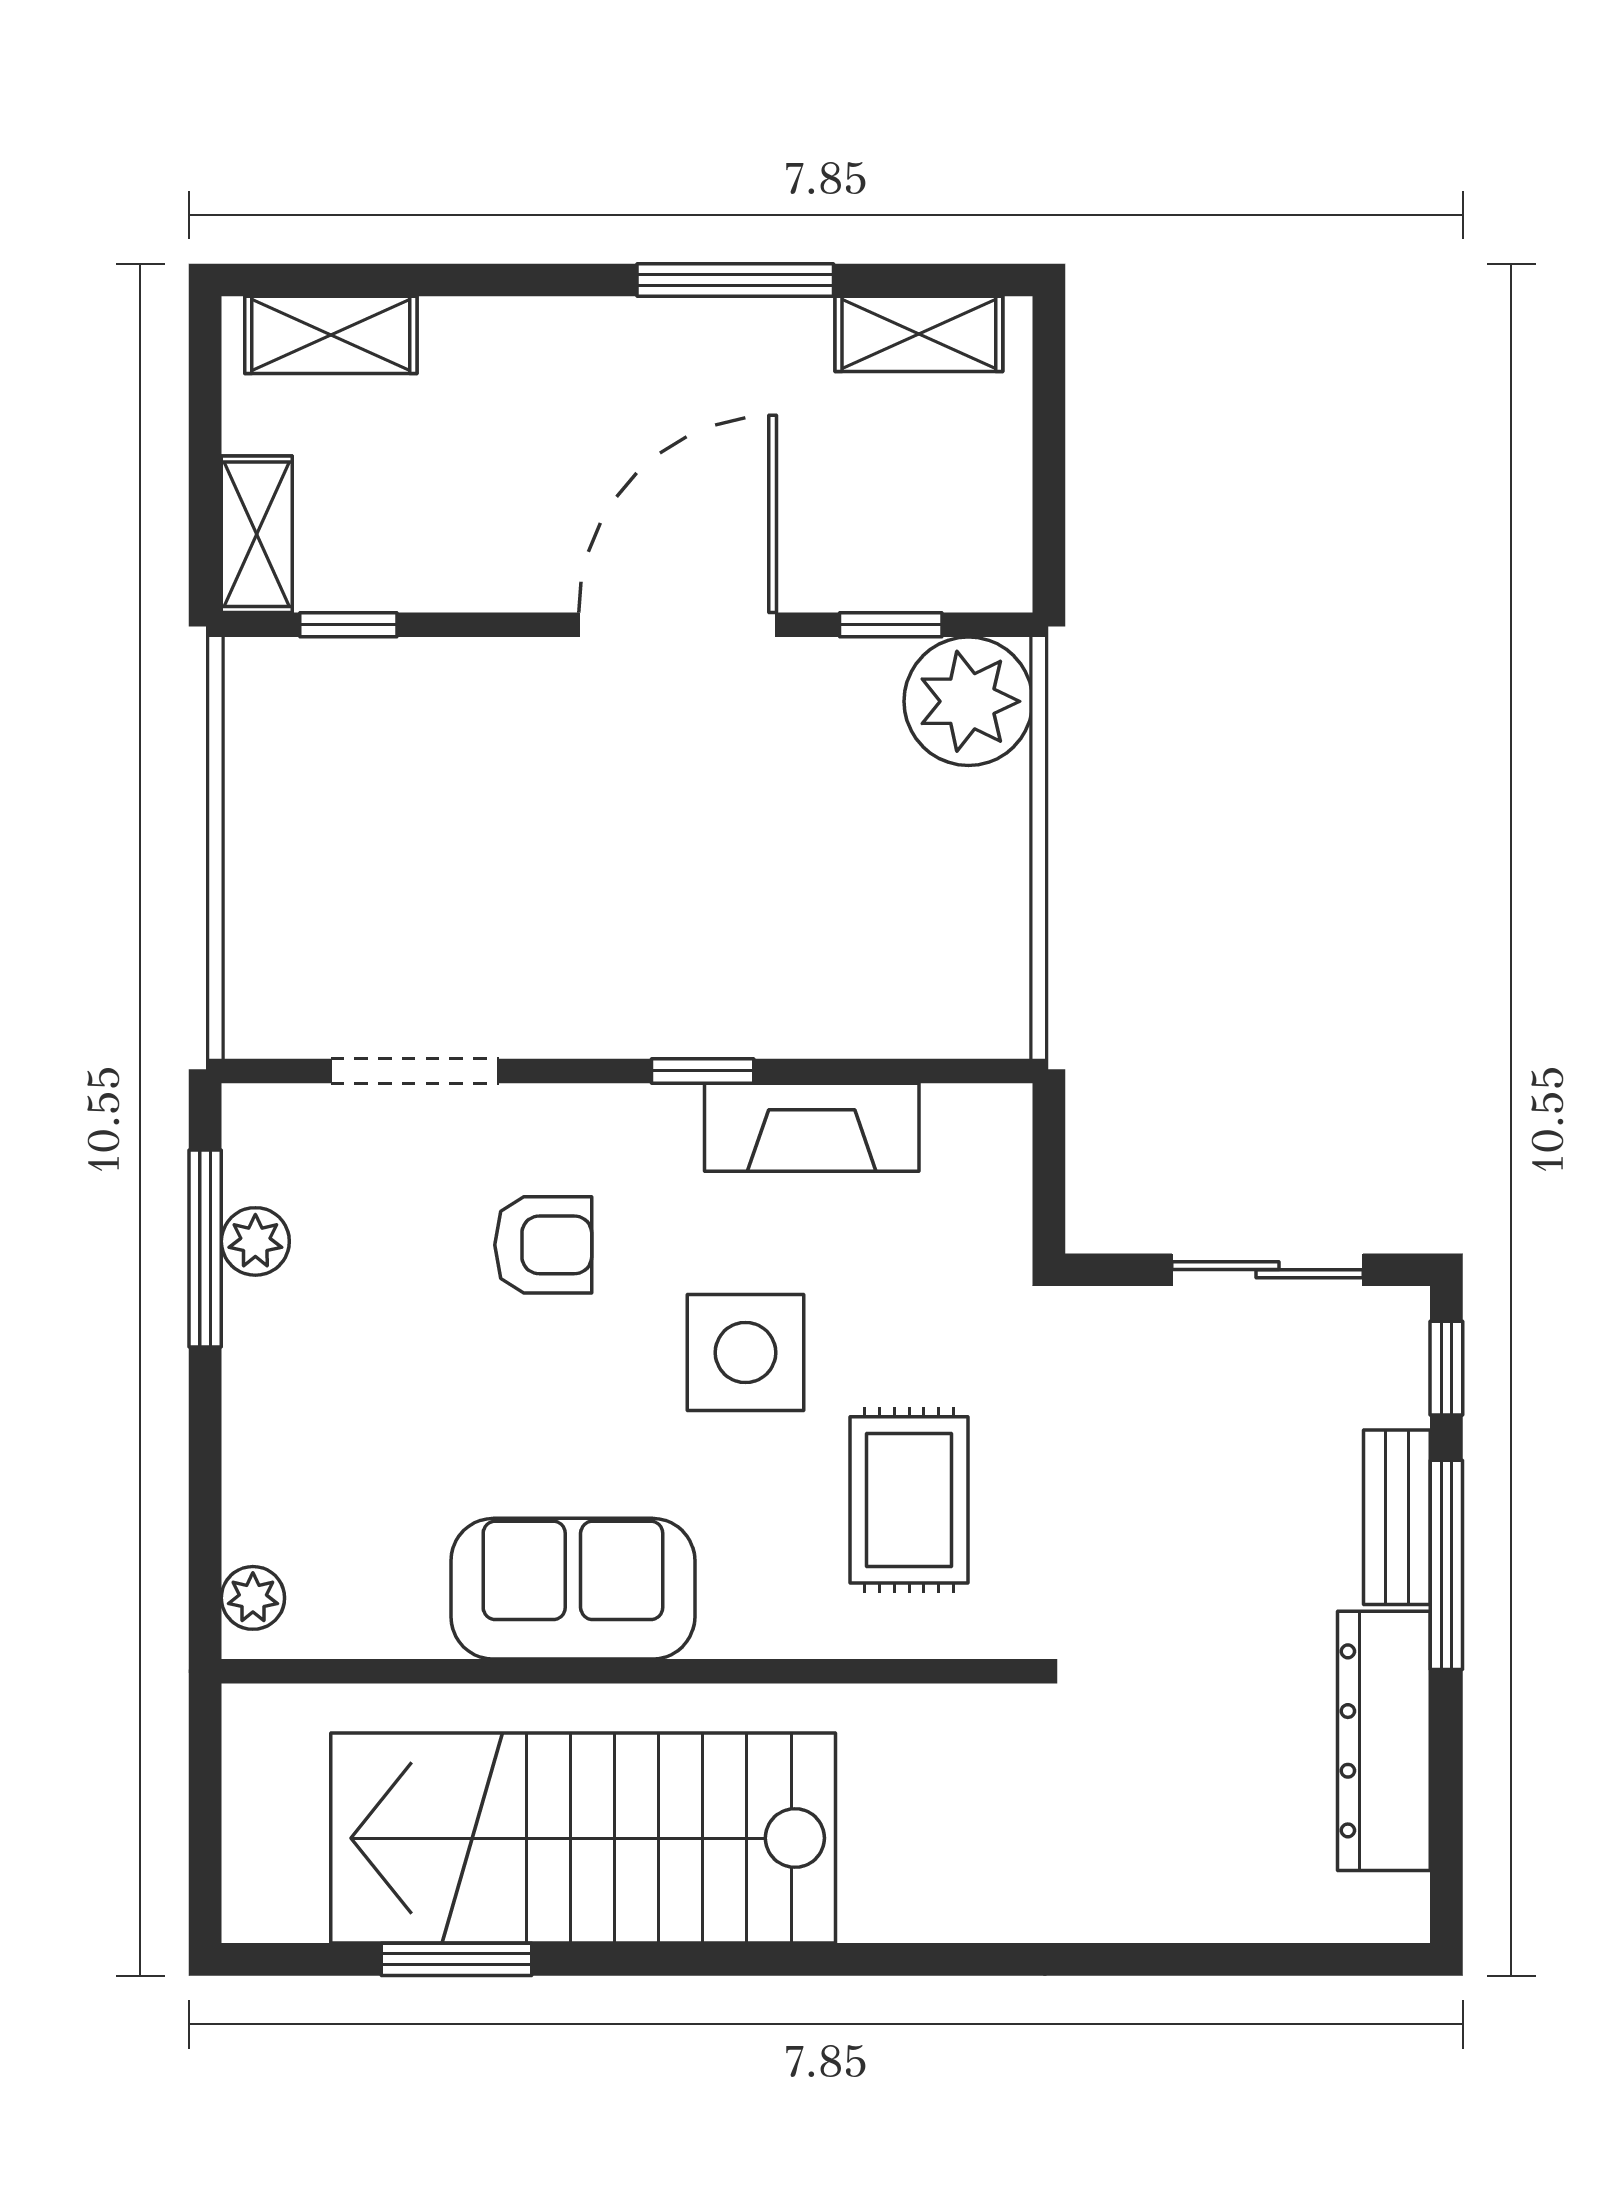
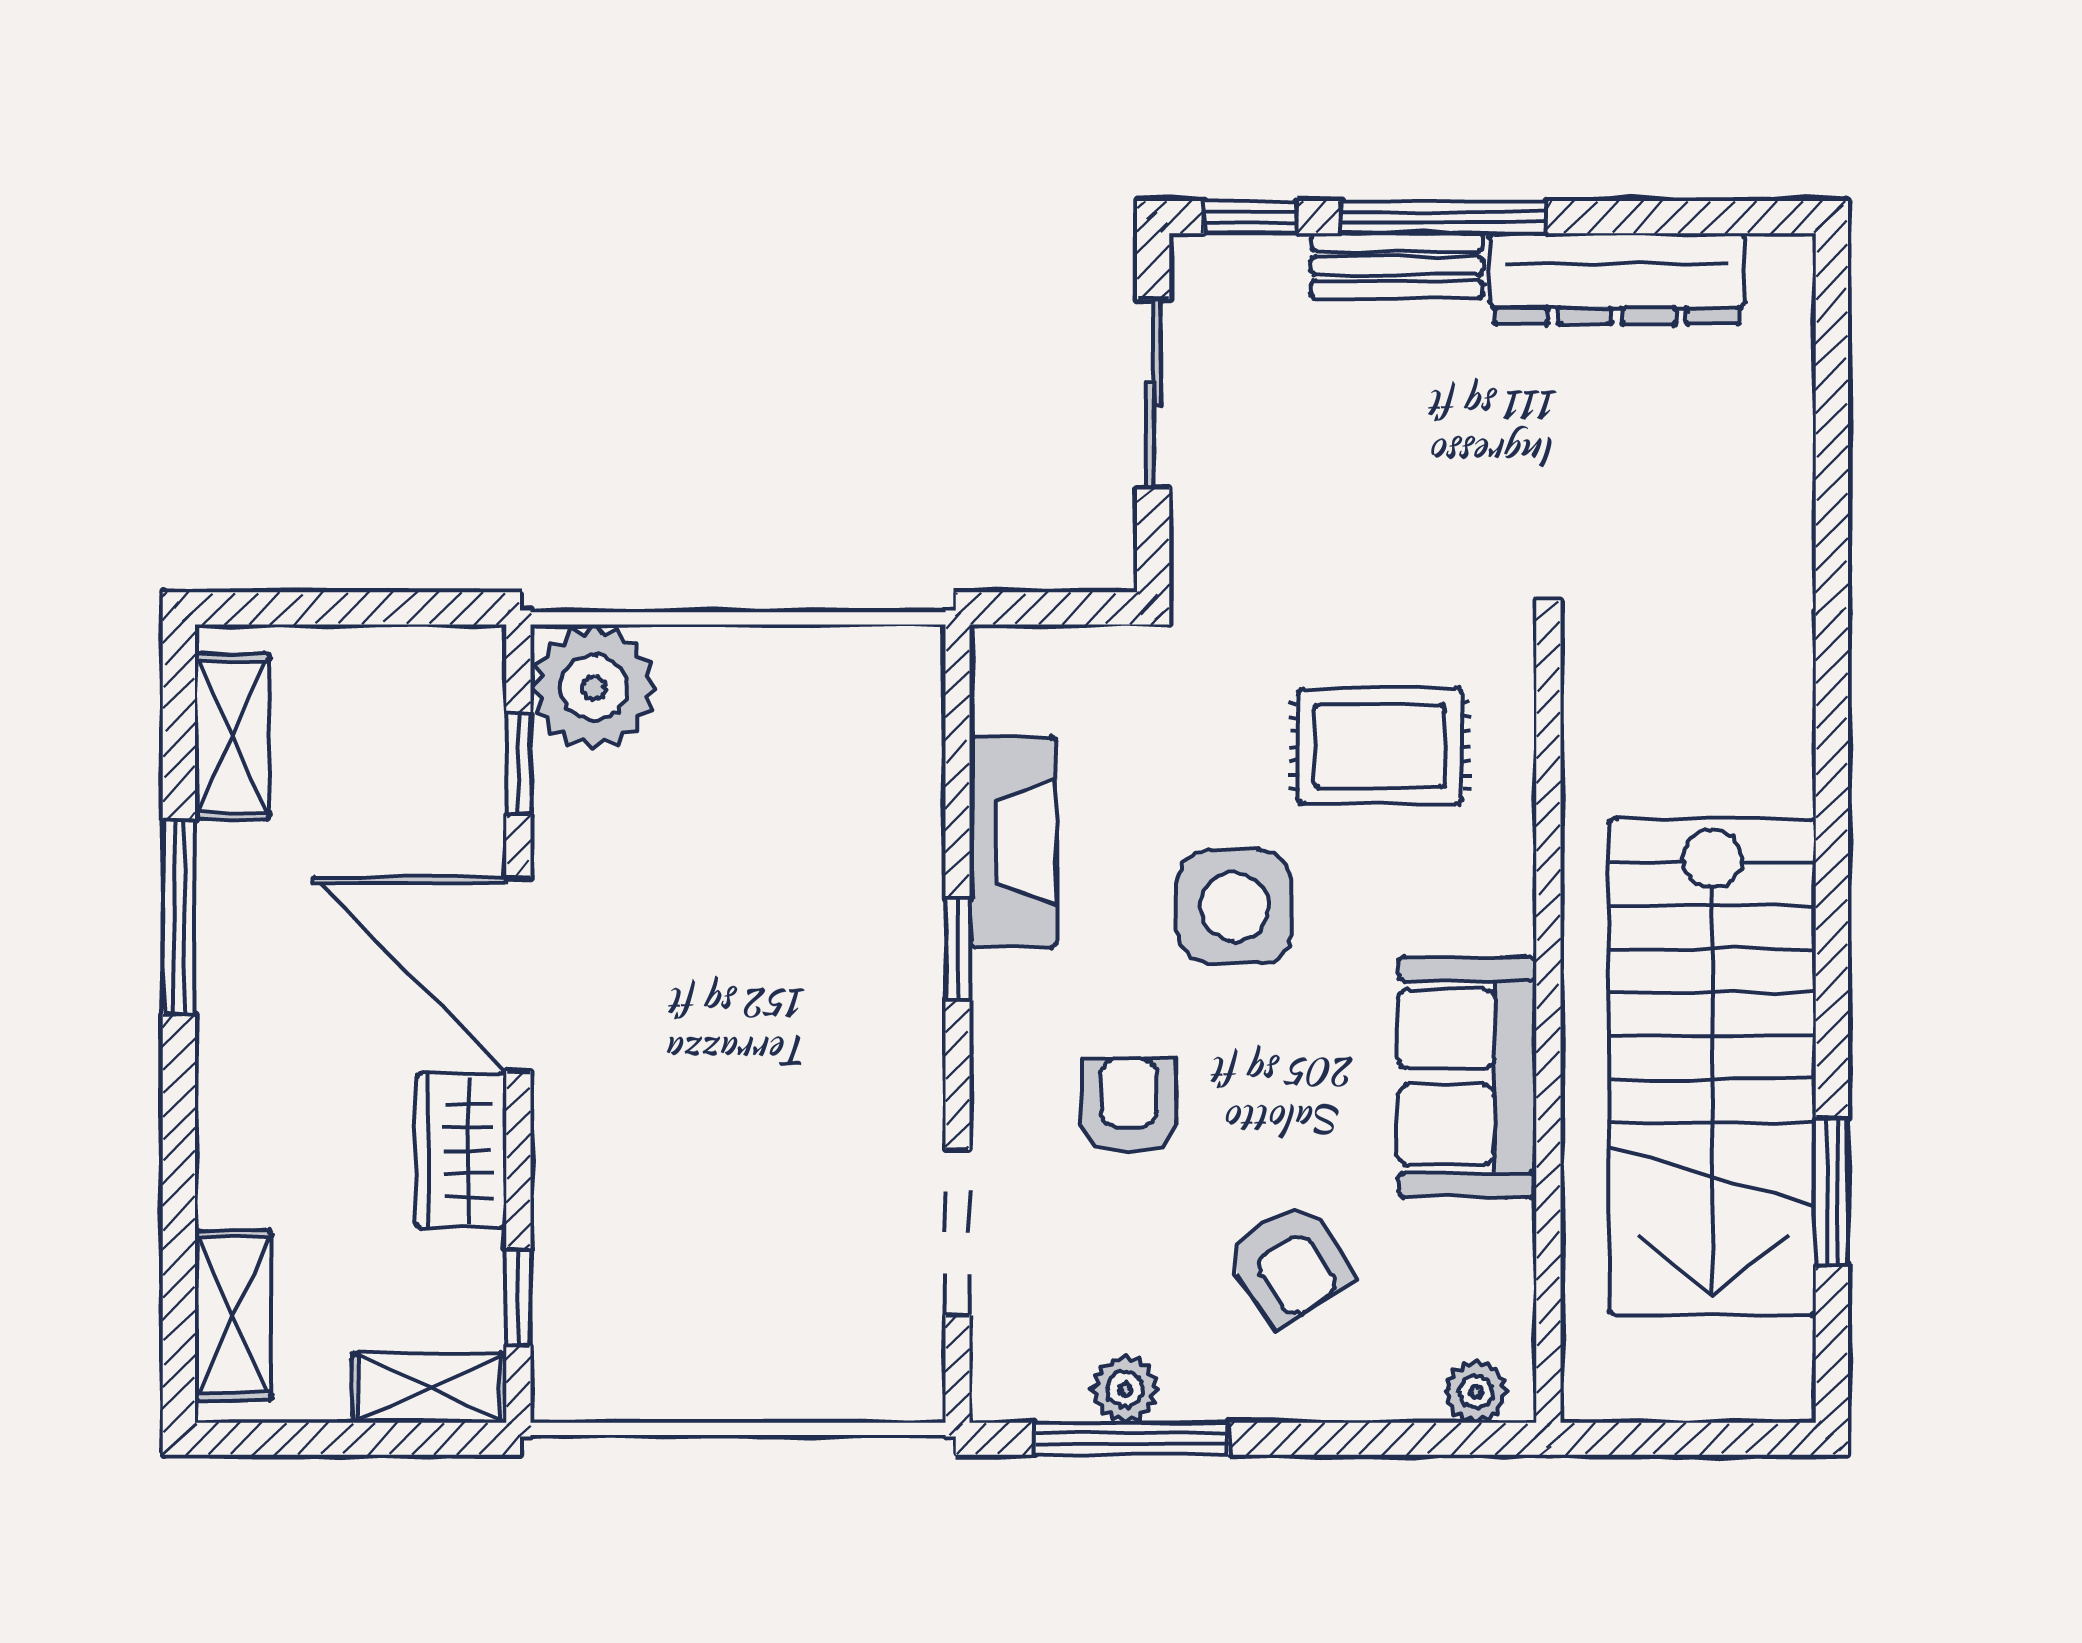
wardrobe: (498, 567) -> (461, 1151), added
armchair: (383, 1408) -> (1289, 1264), added

